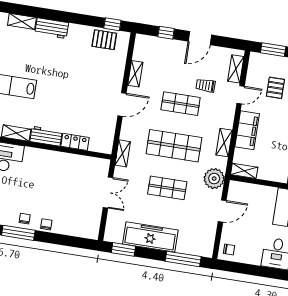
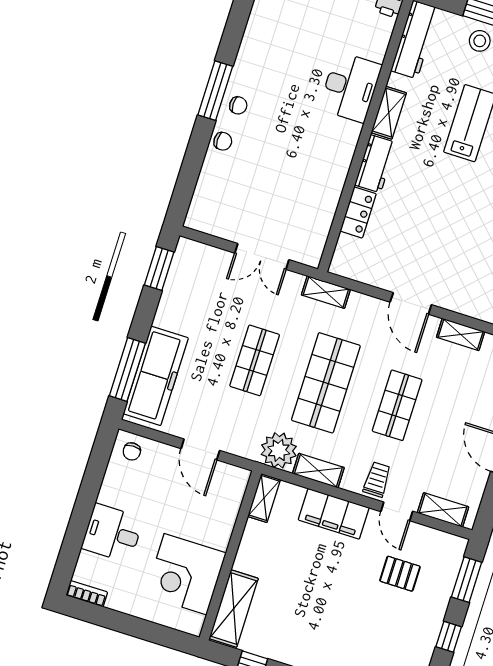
trolley: (206, 85) -> (377, 480), moved
plant: (214, 179) -> (279, 450), moved
freezer: (150, 237) -> (156, 376), moved

